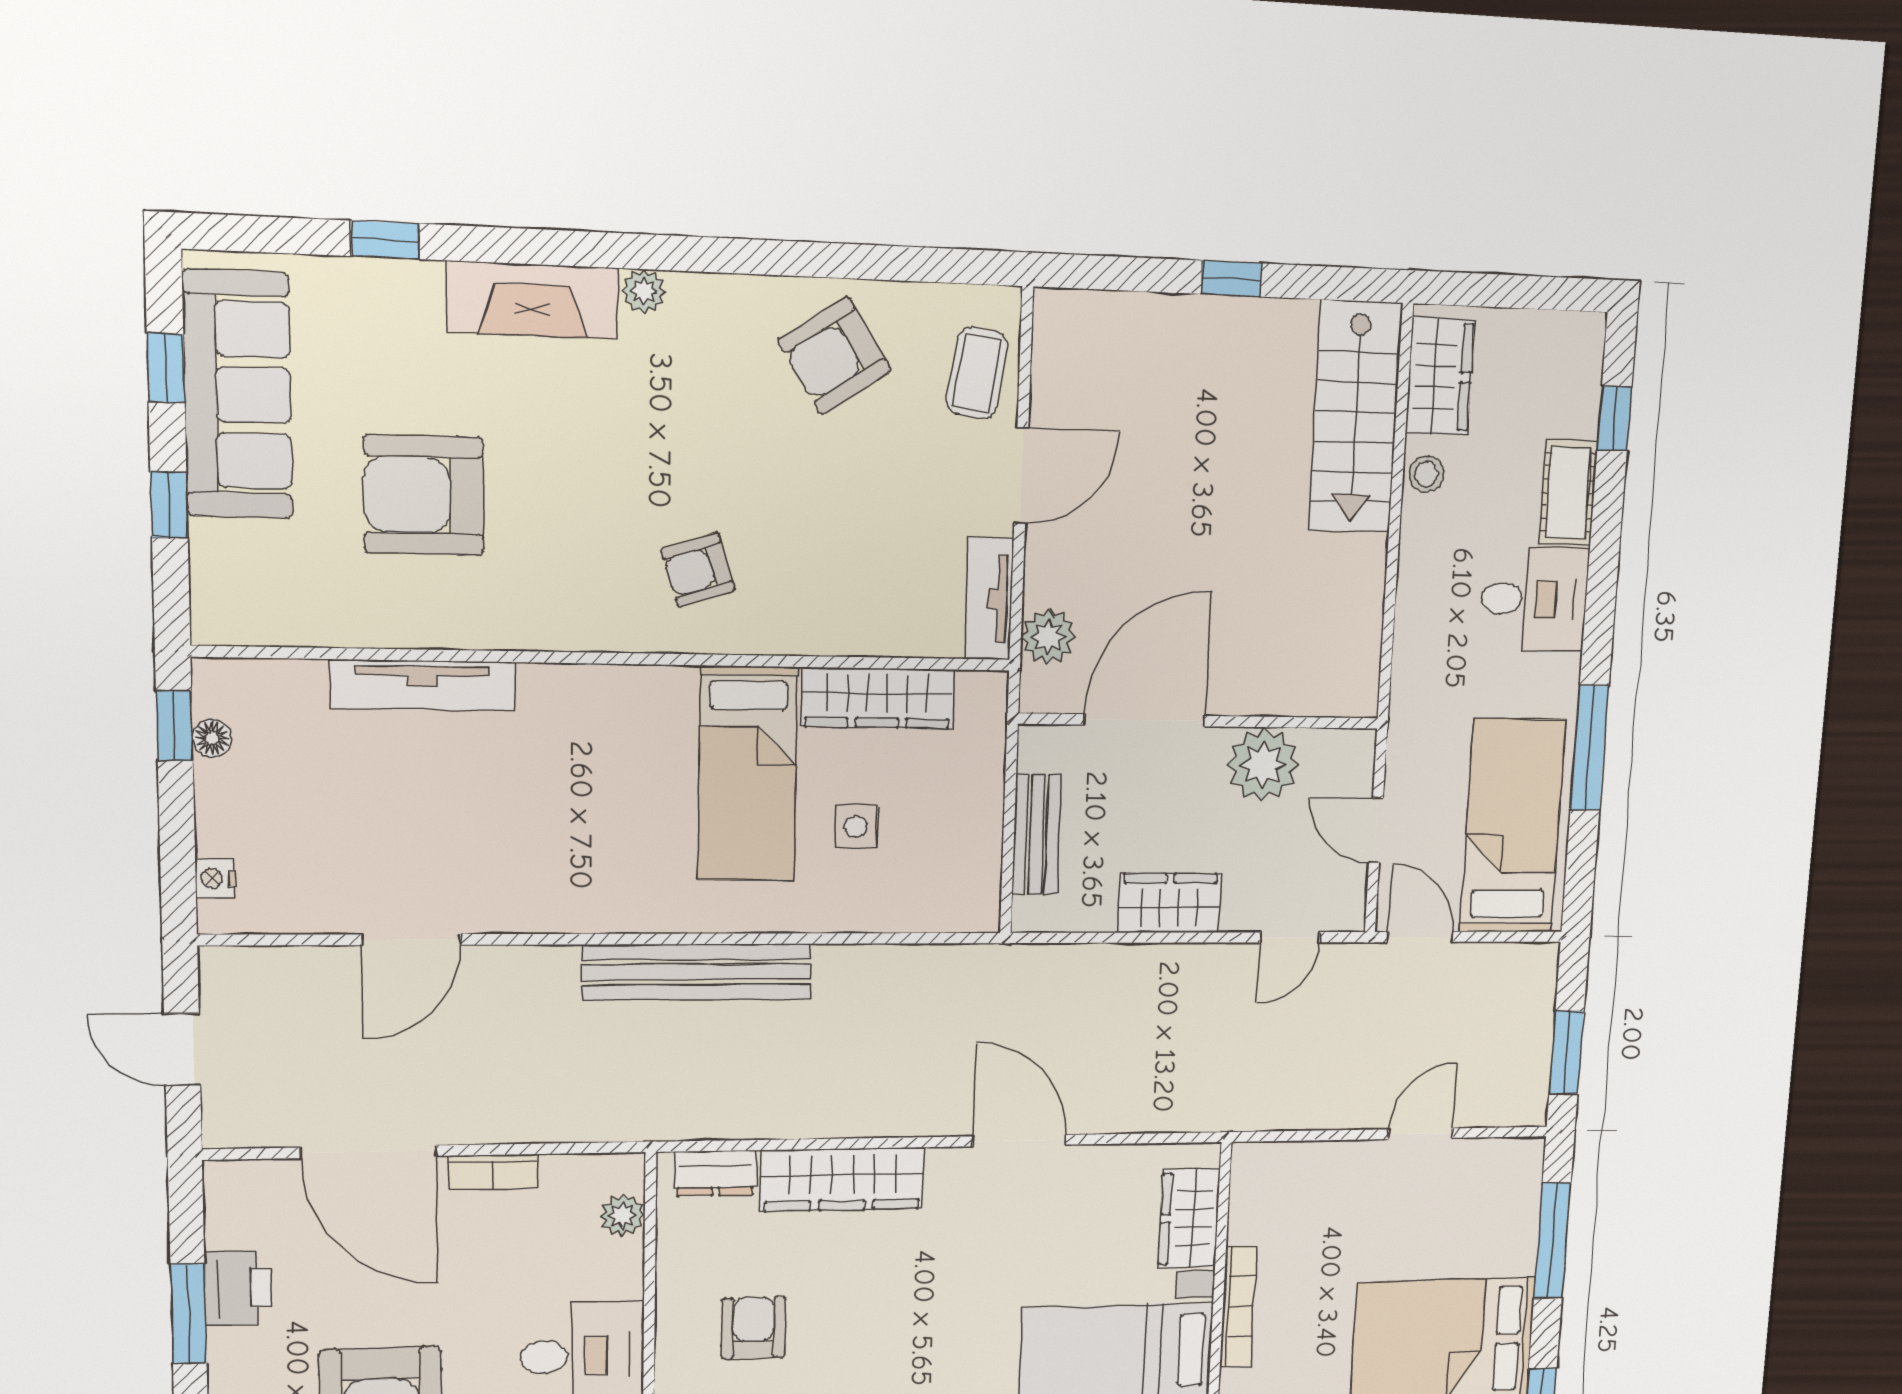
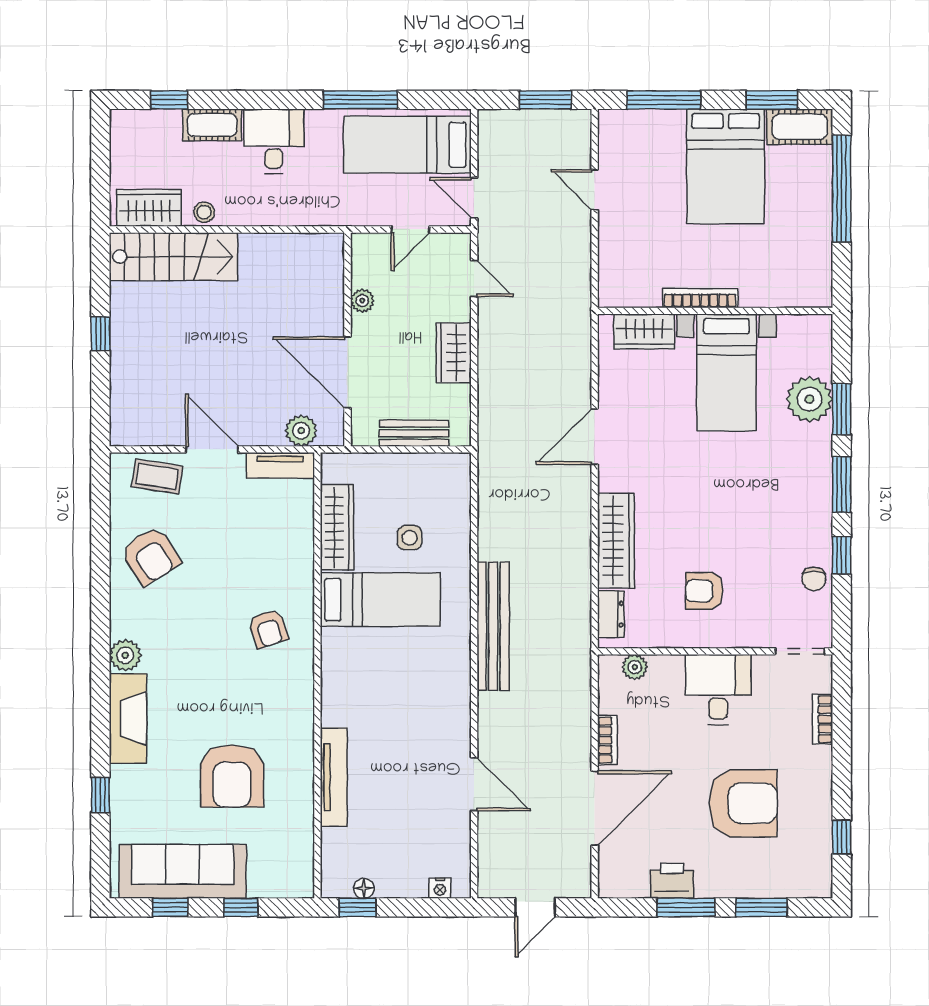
plant: (644, 291) -> (125, 655), width x1.38, depth x1.38
plant: (1263, 765) -> (362, 301), width x0.53, depth x0.53
door: (1421, 937) -> (474, 198), hinge flipped

